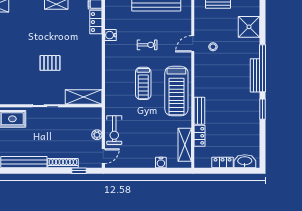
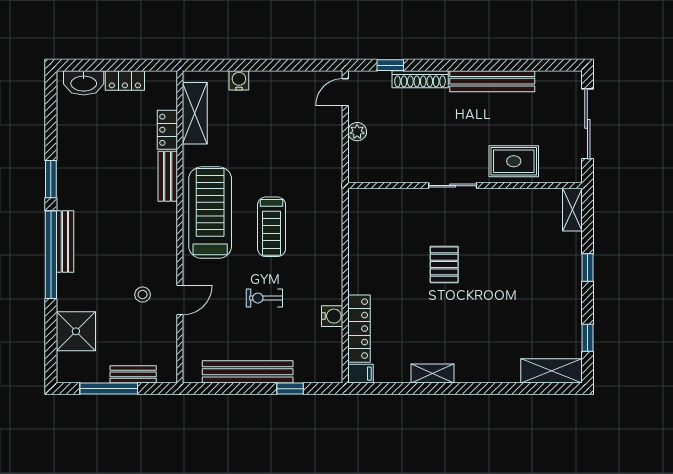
locker: (96, 22) -> (359, 329), width x1.53
pallet: (50, 63) -> (444, 265), turned 90
treadmill: (143, 83) -> (272, 227), turned 180
shelving: (84, 97) -> (382, 202), removed
exercise bike: (114, 130) -> (325, 140), removed

